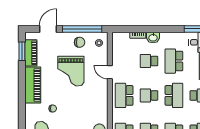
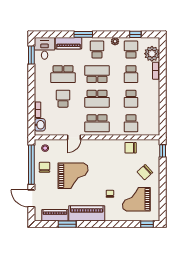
washbasin: (153, 38) -> (40, 125), moved
window: (22, 51) -> (67, 224), moved
school desk: (149, 61) -> (63, 99), turned 180
school desk: (149, 95) -> (97, 99), width x1.85

